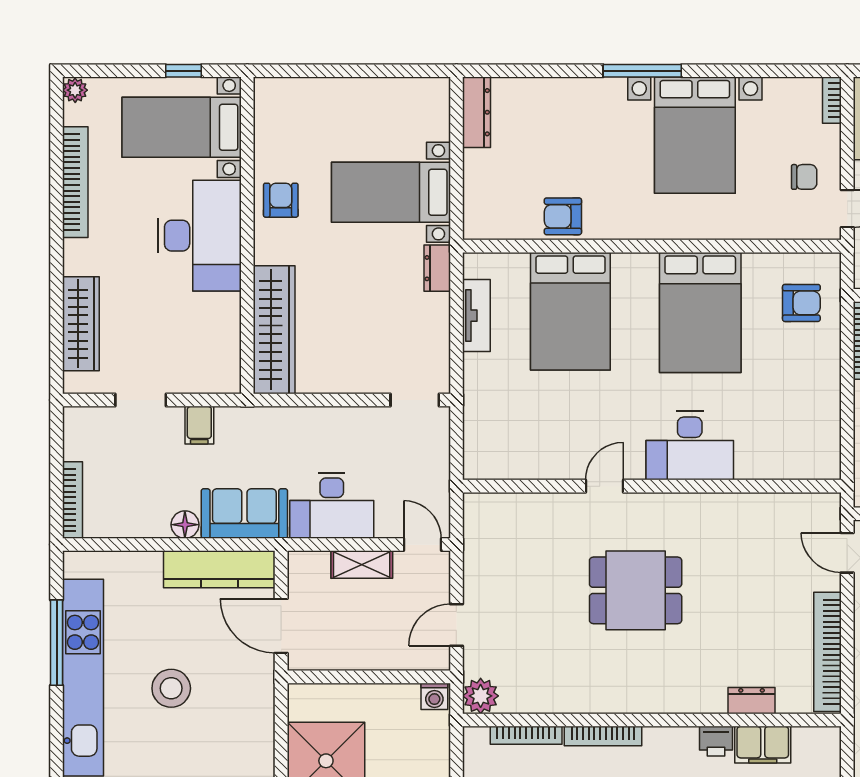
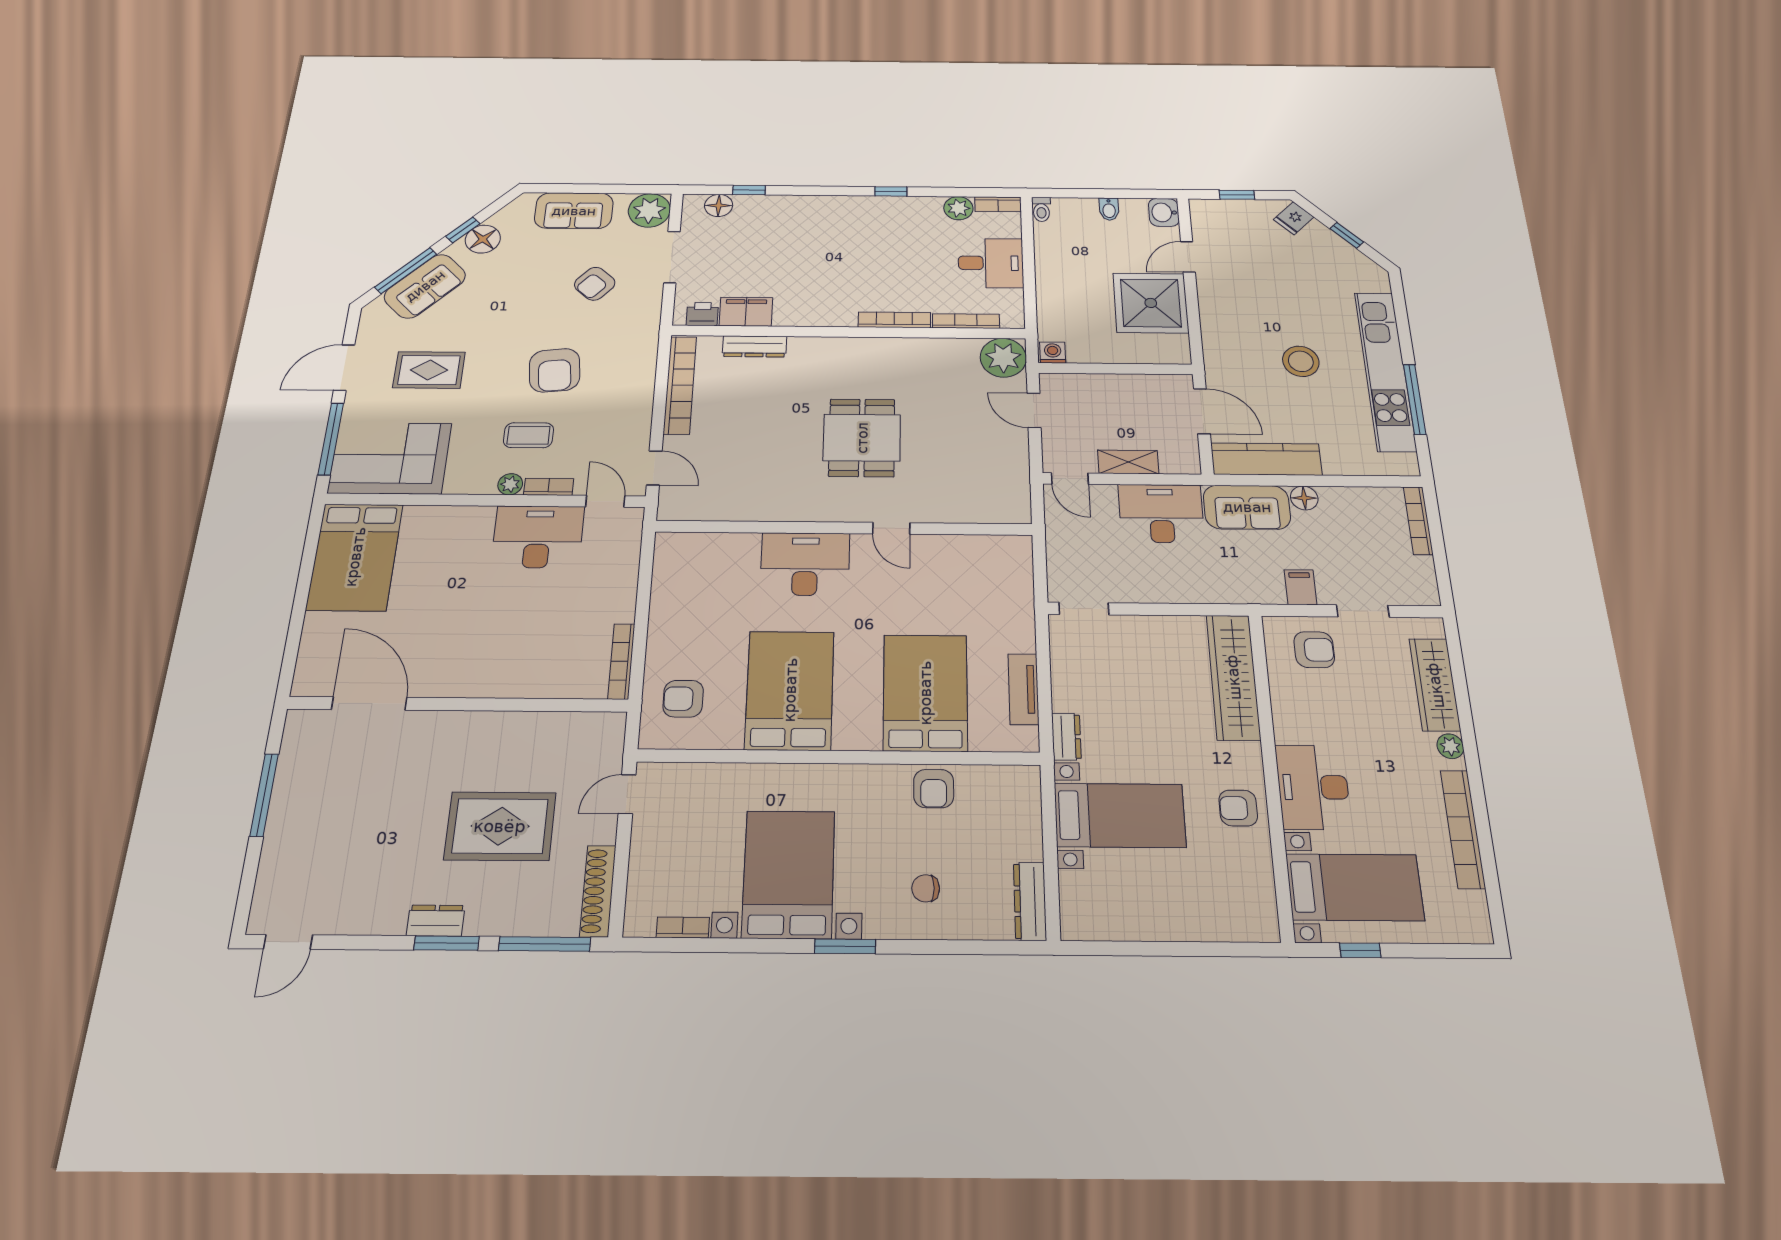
window: (642, 71) -> (845, 946), width x0.69
plant: (75, 90) -> (1450, 746), moved
bookcase: (832, 100) -> (683, 928), moved, turned -90
chair: (804, 177) -> (926, 888), moved
armchair: (281, 200) -> (1238, 808), turned 90
armchair: (563, 216) -> (934, 789), turned 90
desk: (200, 236) -> (1313, 787), width x0.73, depth x0.77
armchair: (193, 359) -> (1314, 650), added
door: (604, 486) -> (891, 528), hinge flipped
dining table: (636, 590) -> (862, 438), turned 90
door: (456, 625) -> (1034, 410), swing flipped
plant: (481, 696) -> (1003, 358), width x1.36, depth x1.36
dresser: (752, 701) -> (754, 346), width x1.44
printer: (716, 741) -> (702, 314), moved

